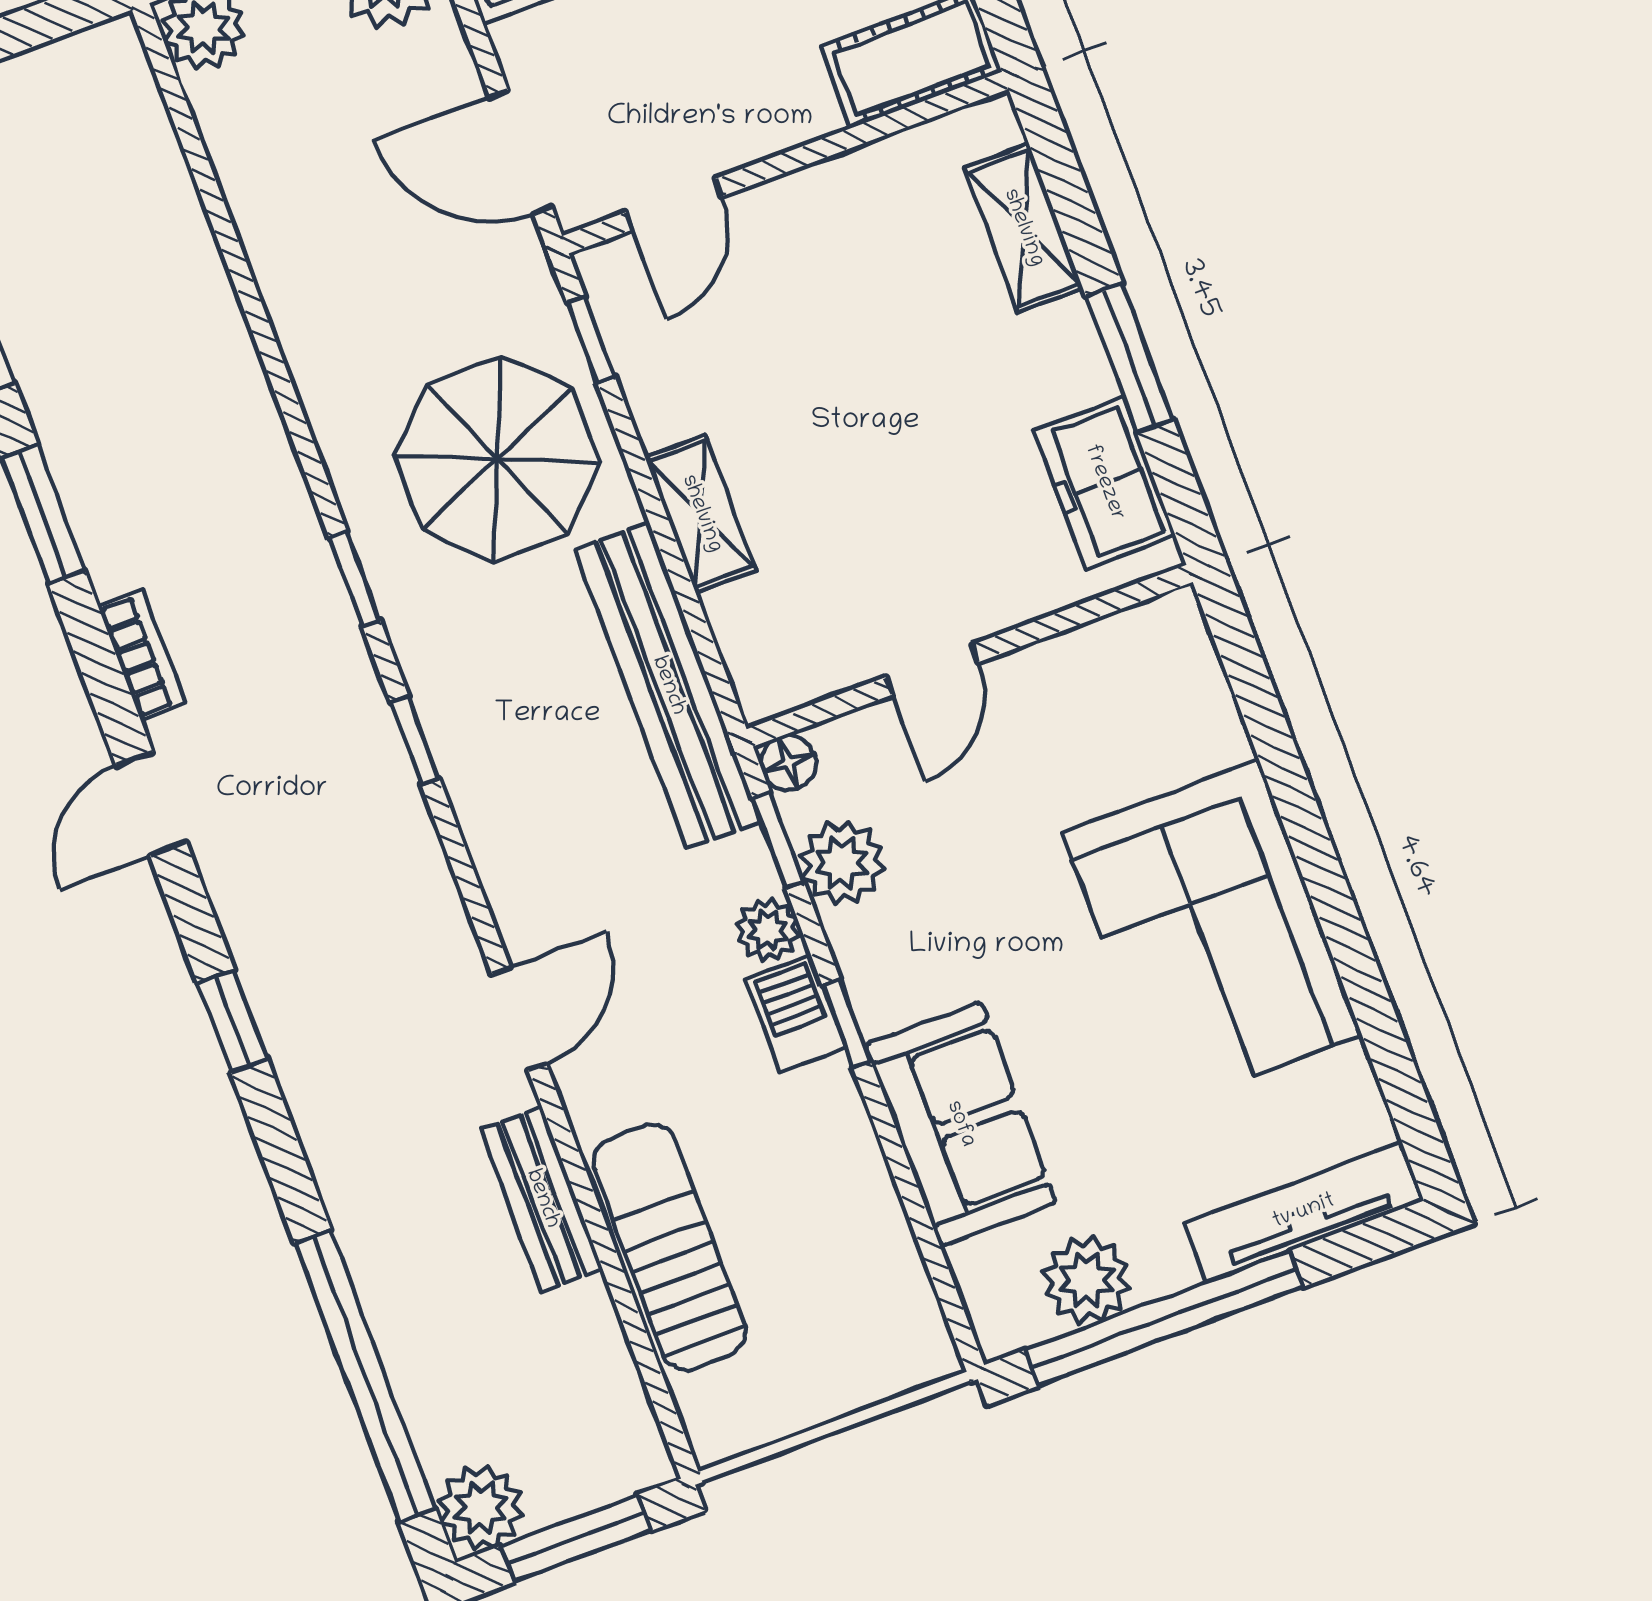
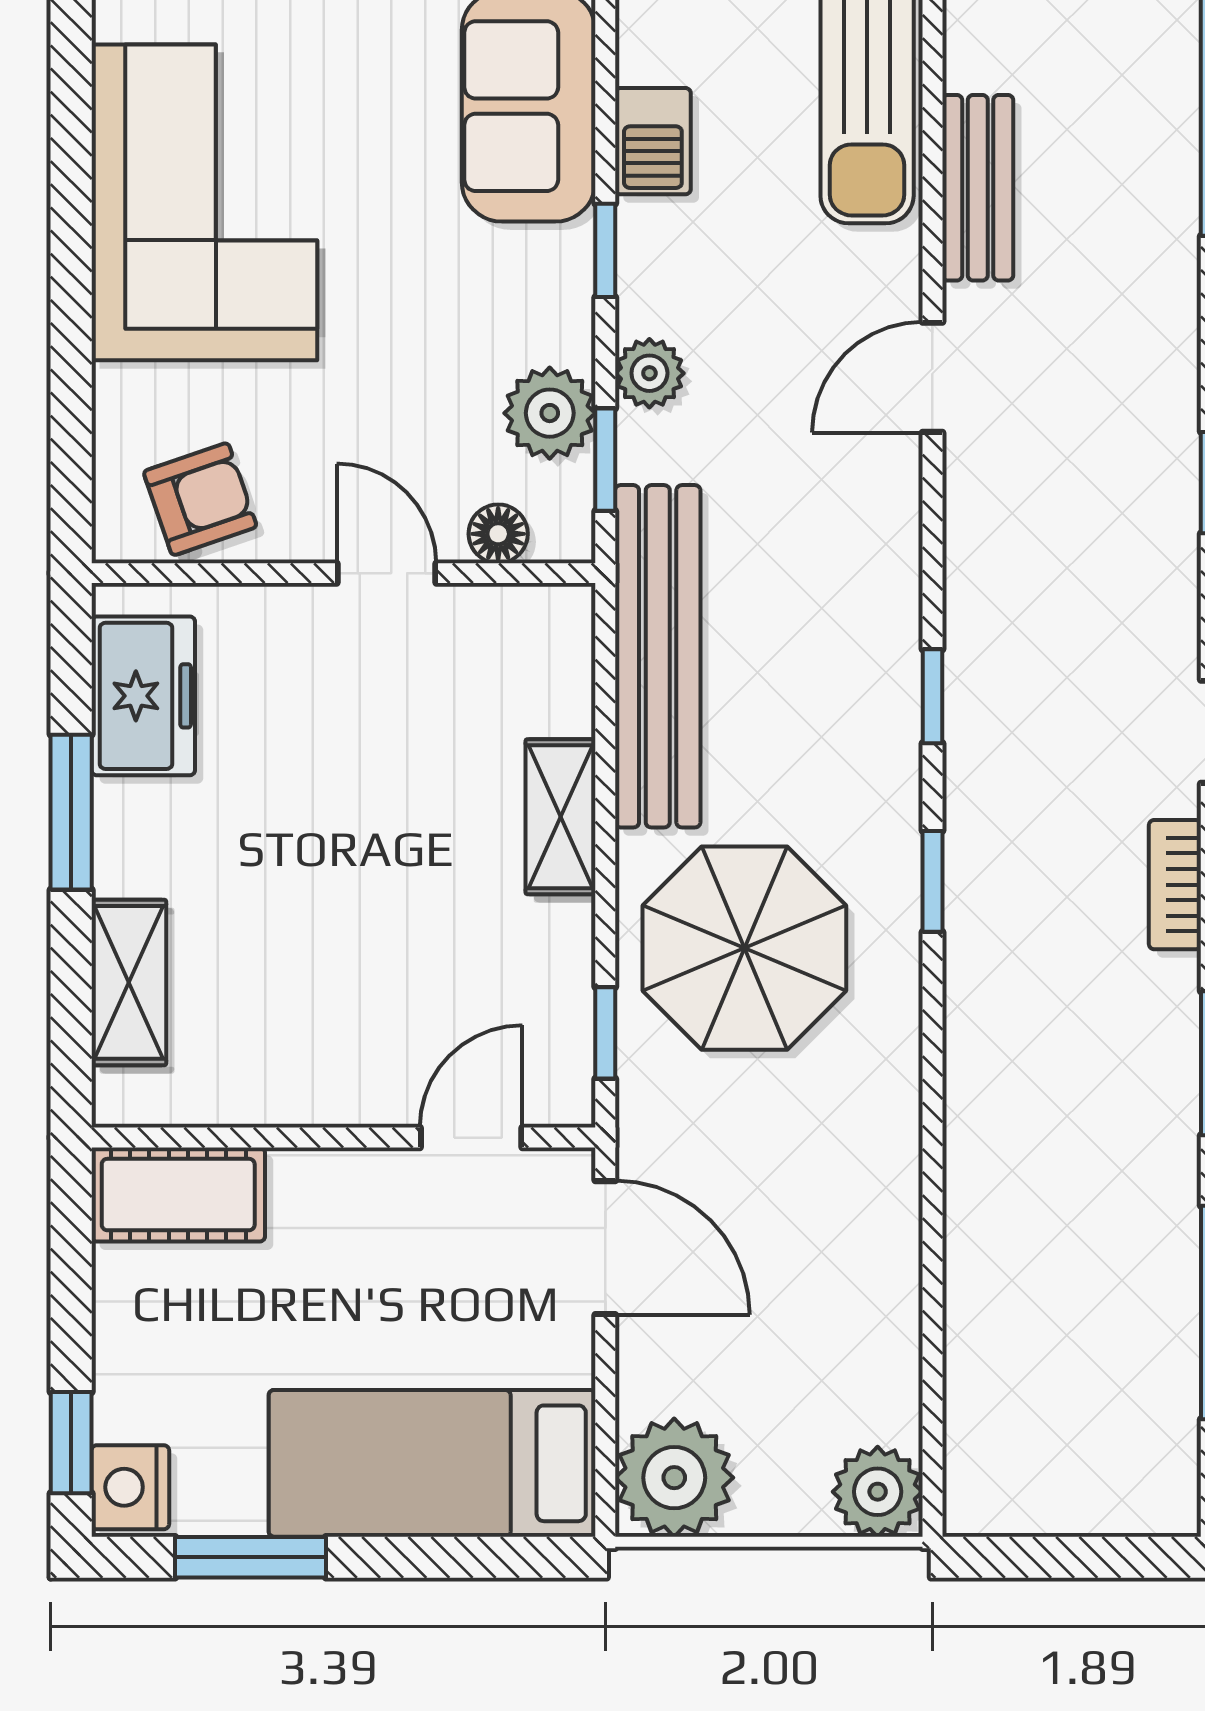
door: (932, 670) -> (386, 573), hinge flipped
armchair: (1119, 673) -> (200, 499), added
floor lamp: (788, 763) -> (498, 534), moved
barbecue: (795, 1014) -> (653, 141), moved

